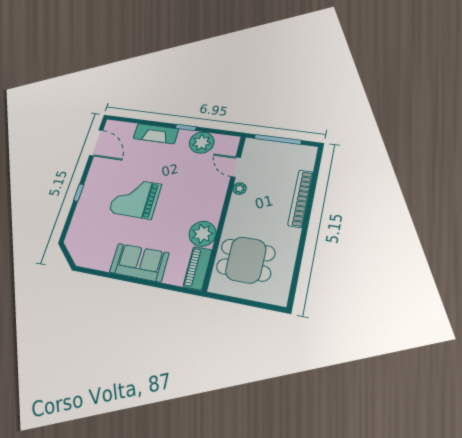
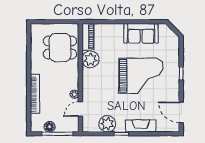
floor lamp: (287, 150) -> (50, 127), added
door: (236, 167) -> (80, 109), swing flipped
grand piano: (135, 198) -> (141, 76), width x1.37, depth x1.48
sofa: (139, 263) -> (141, 33), moved

